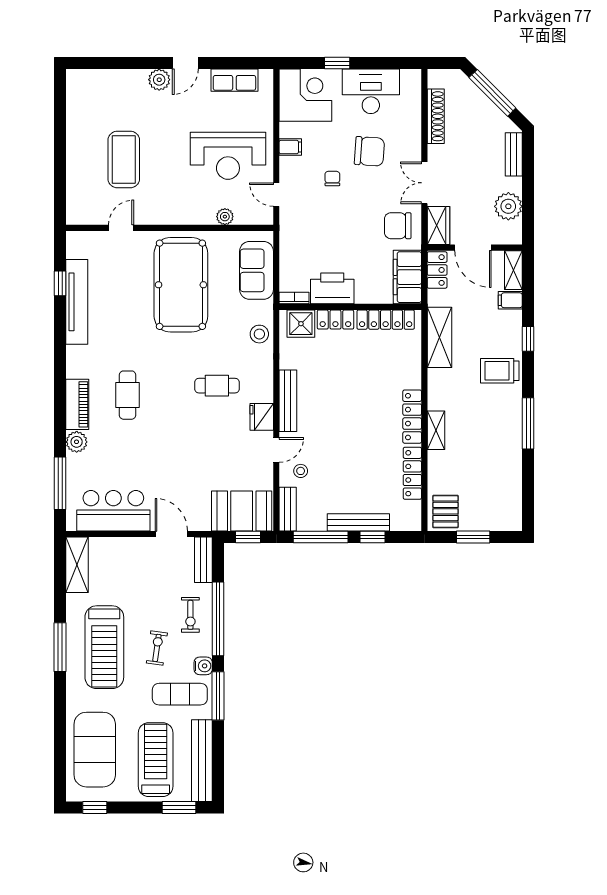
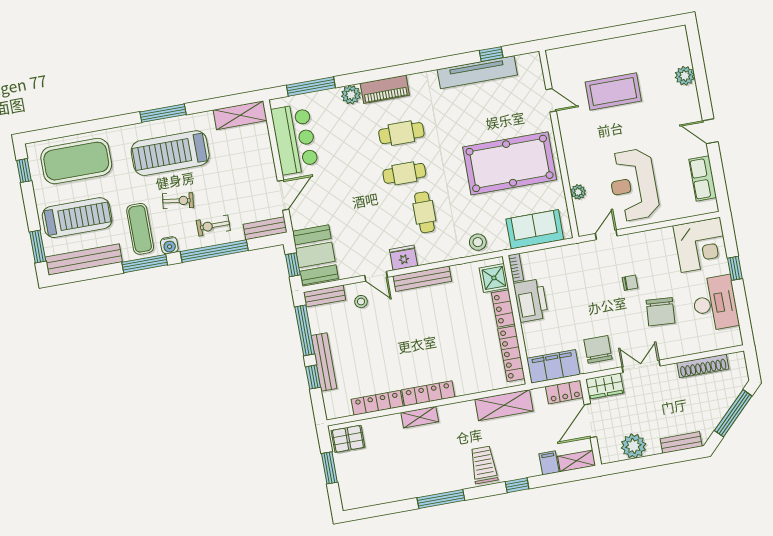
plant: (159, 80) -> (685, 76), moved
filing cabinet: (290, 147) -> (652, 240), removed
cafe table: (171, 400) -> (404, 173), added

